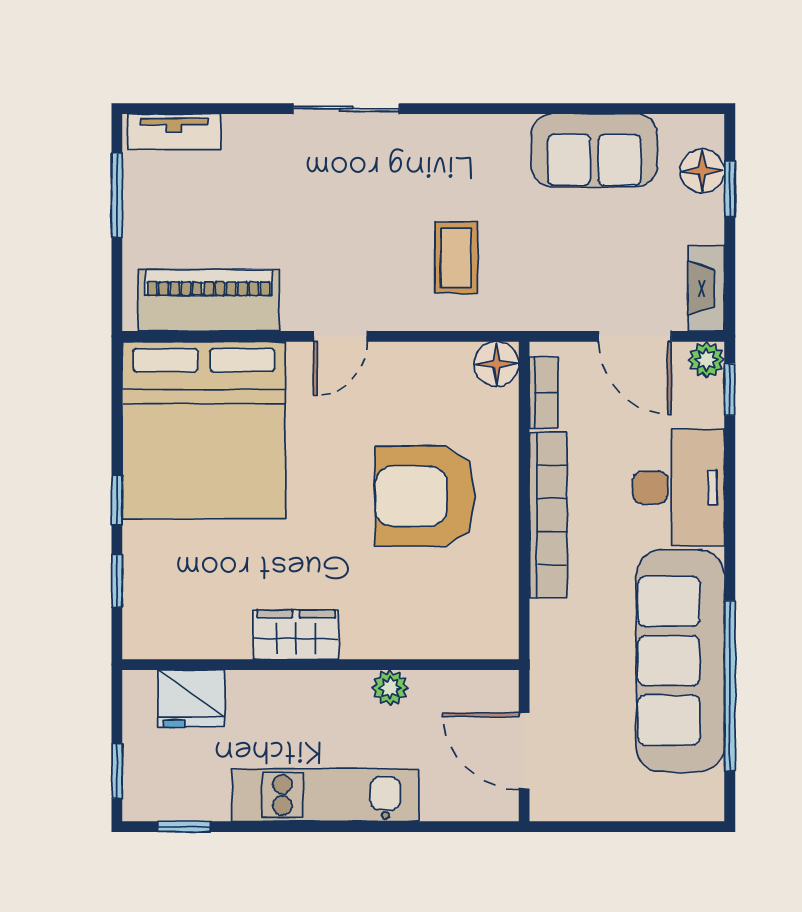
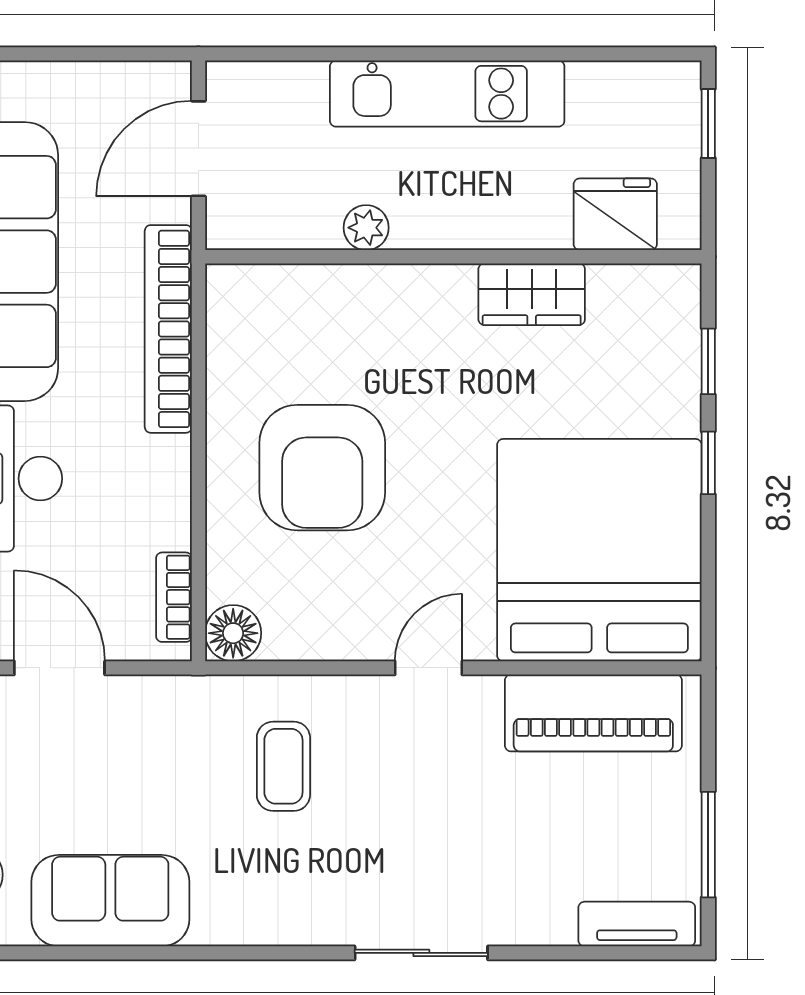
armchair: (425, 496) -> (322, 468), turned 90
bookcase: (548, 515) -> (168, 329), moved
wardrobe: (296, 635) -> (532, 294), moved
door: (524, 751) -> (198, 149), swing flipped
window: (184, 827) -> (624, 54), removed

